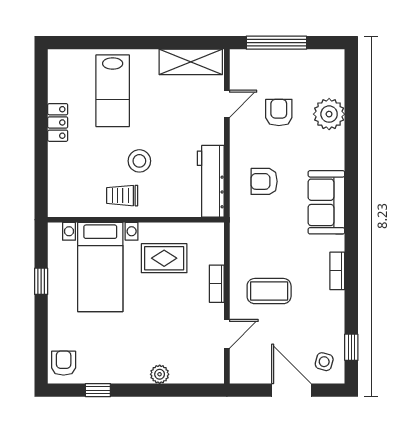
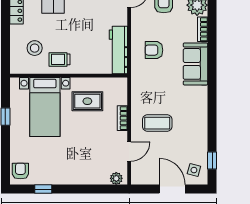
stool: (139, 161) -> (35, 48), moved
bookcase: (337, 271) -> (203, 29), moved
plant: (160, 374) -> (116, 178), moved

